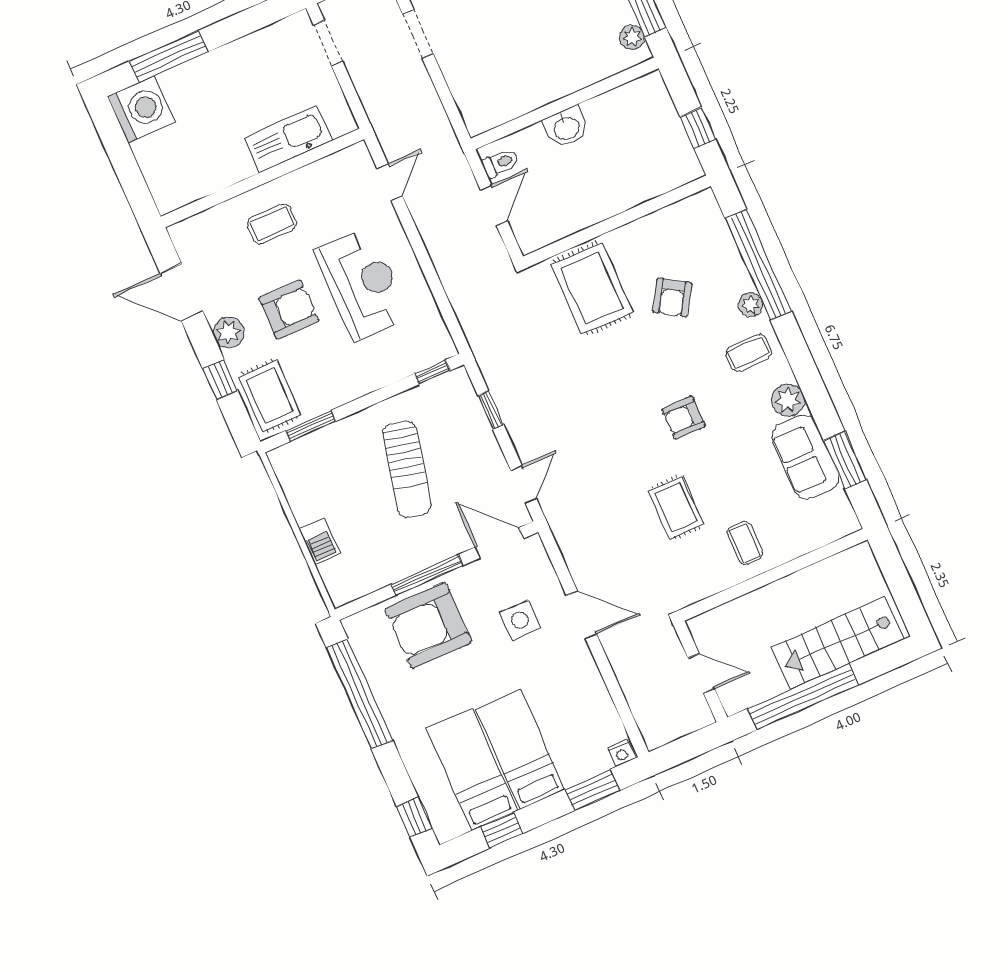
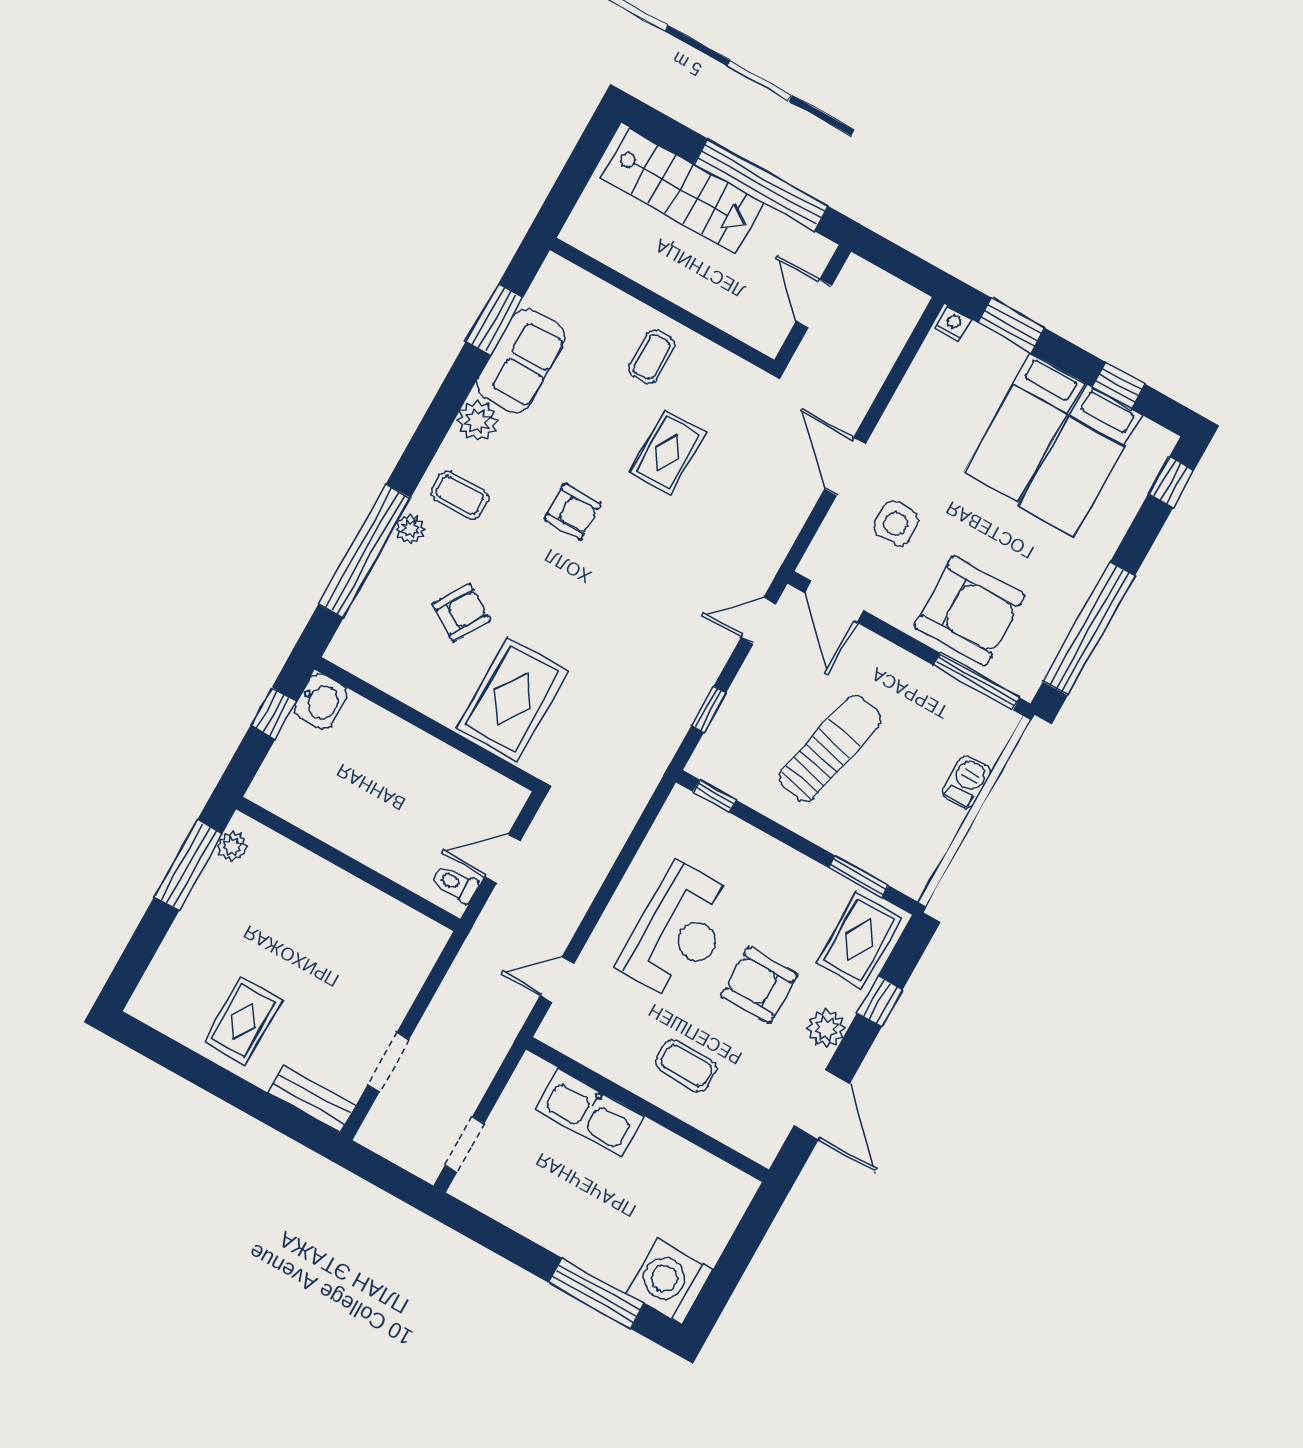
washbasin: (566, 127) -> (321, 701), moved, turned 90
reception desk: (362, 284) -> (679, 932), turned 180
window: (427, 575) -> (977, 682), moved

